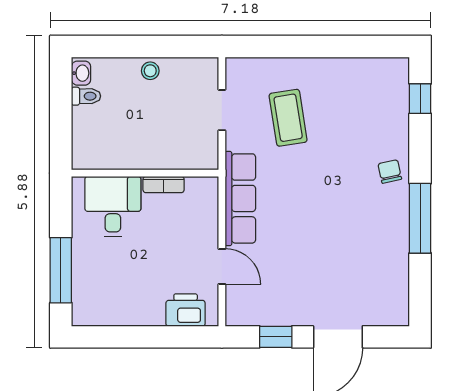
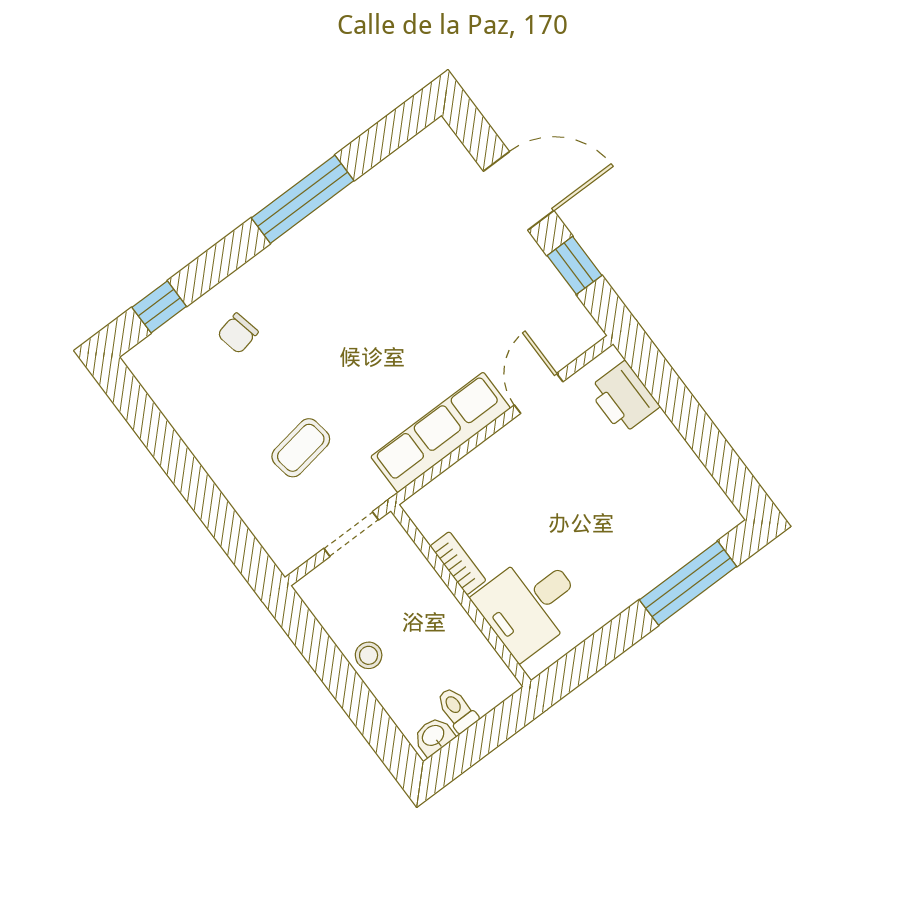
coffee table: (288, 118) -> (301, 448), width x0.73, depth x0.77
chair: (390, 172) -> (238, 333), moved
wall: (145, 173) -> (461, 596), moved
bookcase: (164, 185) -> (458, 563), moved
desk: (113, 207) -> (530, 604), moved

